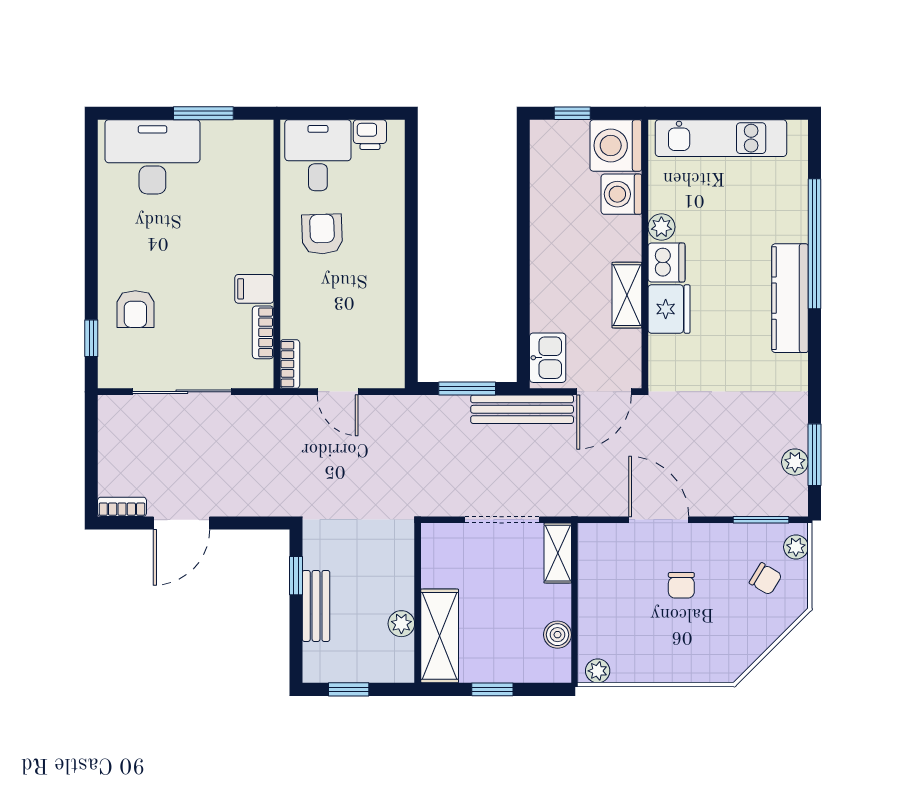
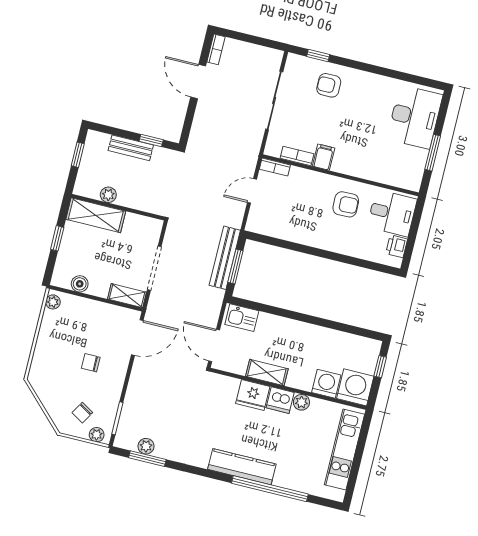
bench: (522, 409) -> (225, 258), moved
door: (659, 520) -> (137, 338), moved

